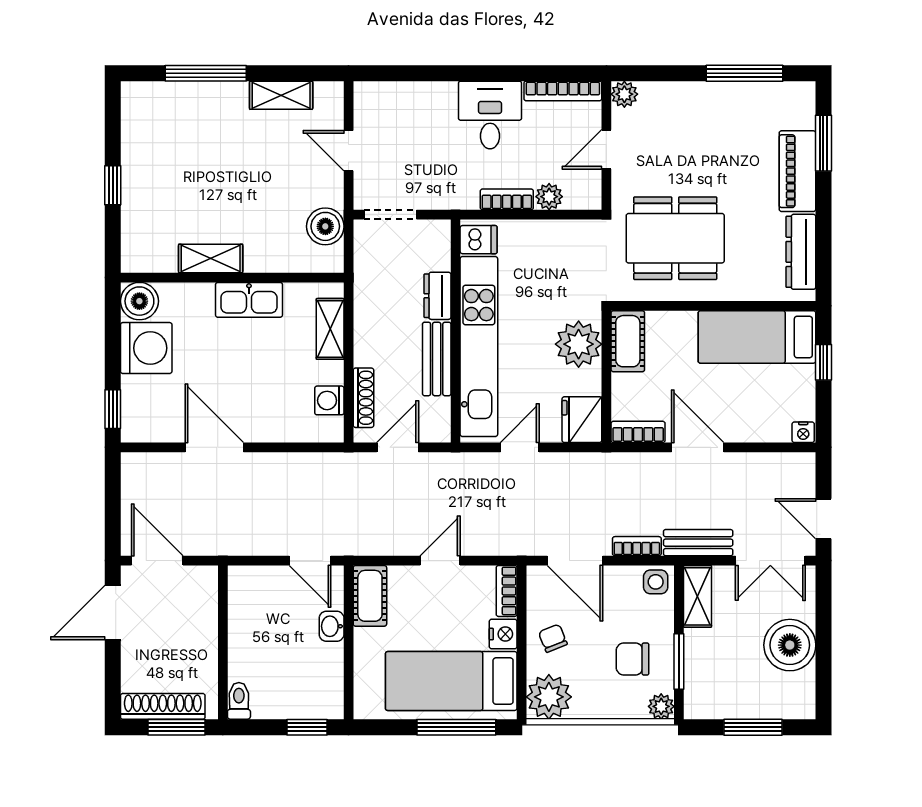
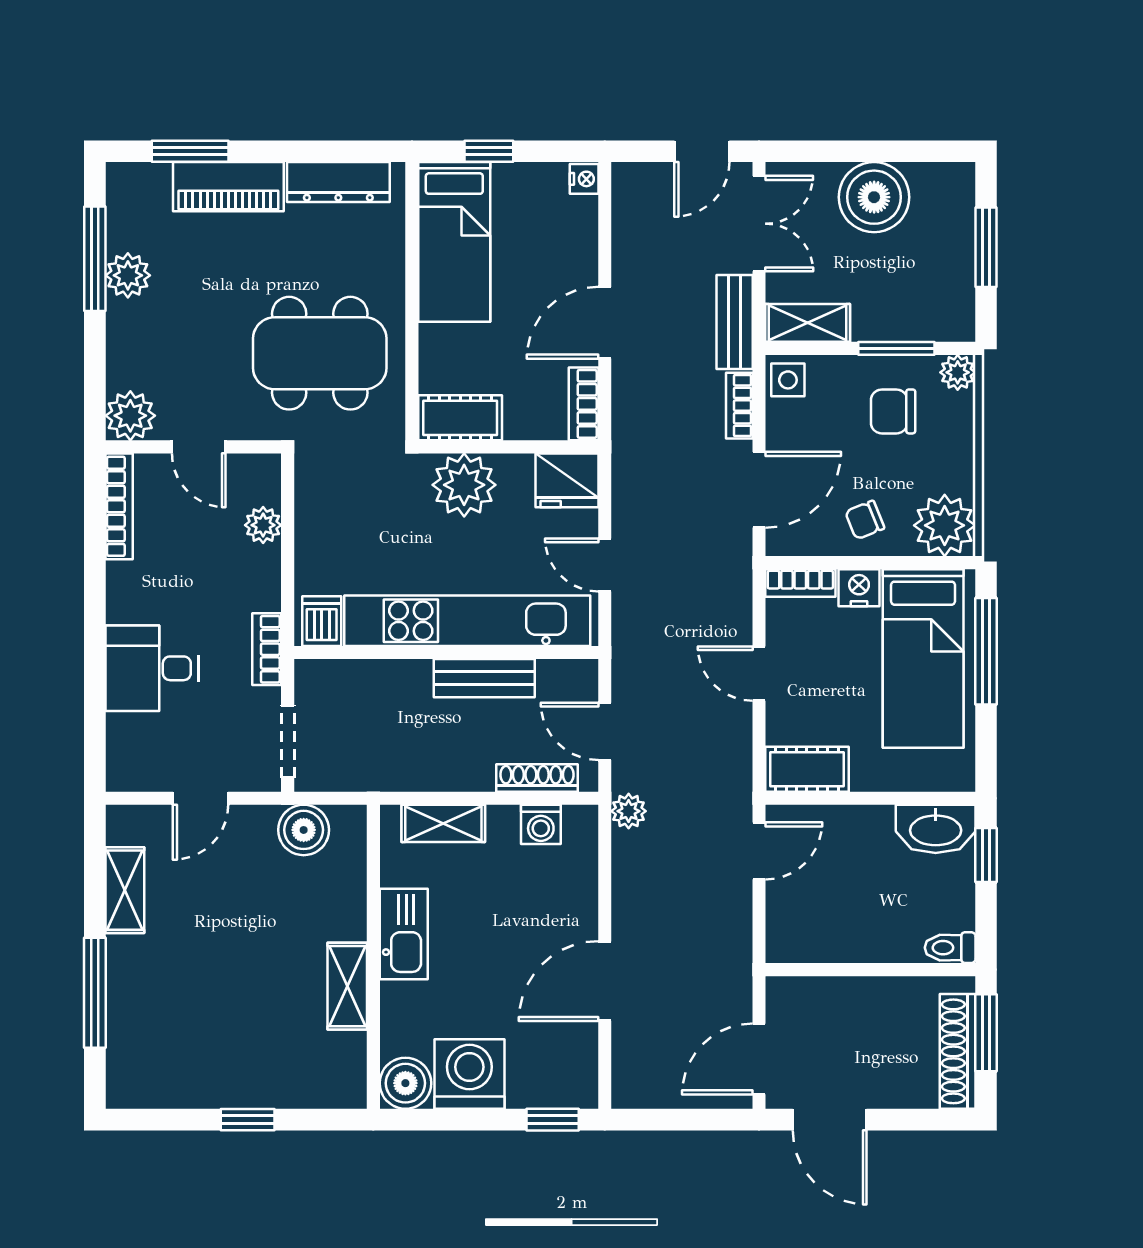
plant: (624, 94) -> (130, 416), width x1.38, depth x1.38
plant: (732, 97) -> (128, 275), added
desk: (490, 115) -> (152, 668), moved
bookcase: (507, 199) -> (267, 649), moved
dining table: (675, 238) -> (320, 353), turned 90
dresser: (437, 296) -> (398, 677), removed
plant: (339, 465) -> (629, 811), added
washbasin: (332, 626) -> (936, 829), moved, width x1.91, depth x1.45
chair: (632, 659) -> (893, 411), turned 90

